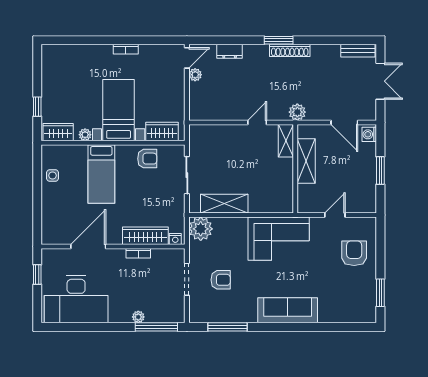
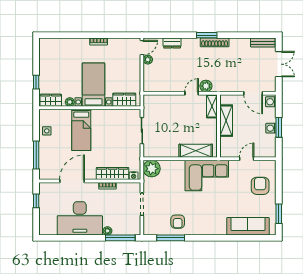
plant: (297, 112) -> (206, 86), moved
armchair: (147, 159) -> (114, 119), removed
washing machine: (369, 172) -> (271, 128), added
shelving: (224, 204) -> (196, 151), moved
window: (37, 210) -> (36, 155), added
armchair: (221, 280) -> (178, 222), moved, turned 90
desk: (76, 299) -> (80, 218), moved
sofa: (288, 310) -> (248, 226), moved

